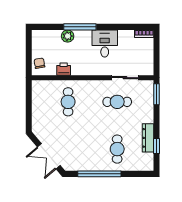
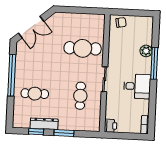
printer: (64, 69) -> (110, 126), moved
sliding door: (125, 78) -> (104, 79), moved
window: (156, 94) -> (64, 133), moved
cafe table: (68, 102) -> (83, 48), width x1.37, depth x1.35
double door: (49, 156) -> (31, 27), swing flipped

